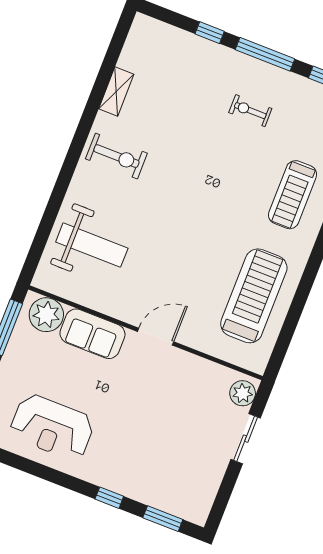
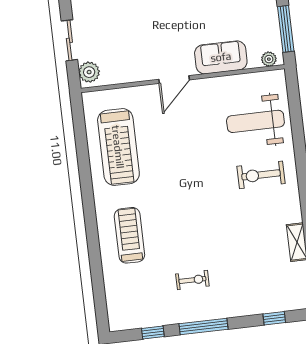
window: (210, 33) -> (274, 318), moved
exercise bike: (116, 156) -> (261, 175), moved
plant: (46, 315) -> (269, 59), width x0.53, depth x0.53

